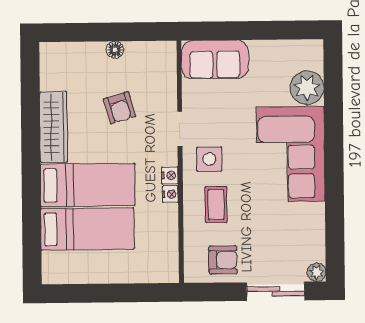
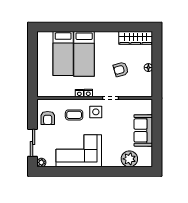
sofa: (215, 59) -> (143, 130), moved
wardrobe: (54, 127) -> (136, 38), moved
corner sofa: (291, 154) -> (79, 151), moved

